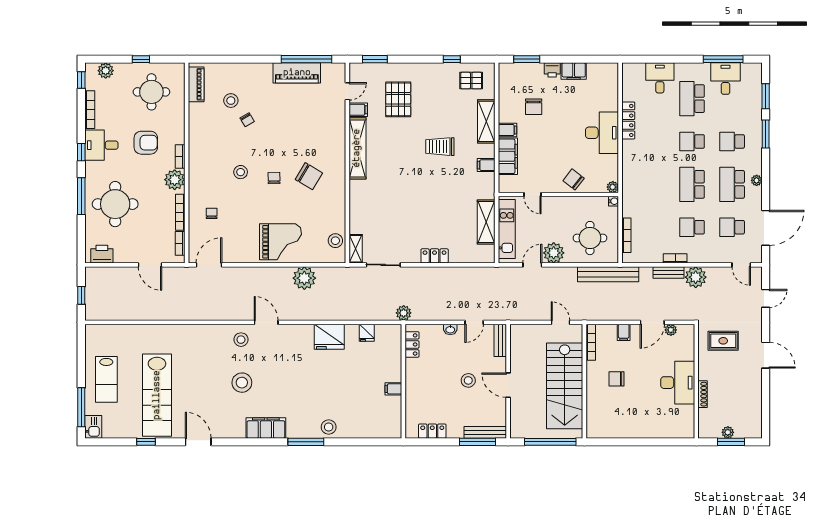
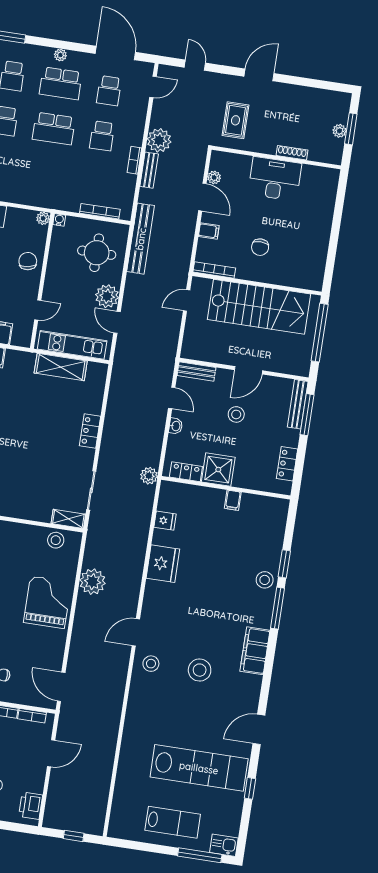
chair: (574, 179) -> (28, 261), turned 131
shower: (418, 372) -> (218, 470), added
window: (345, 442) -> (284, 564), added

